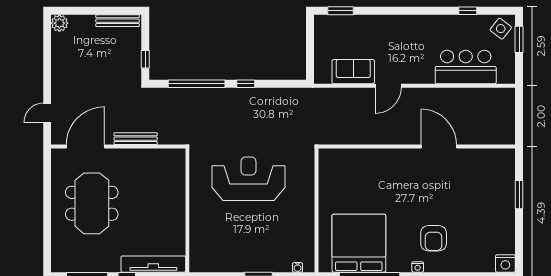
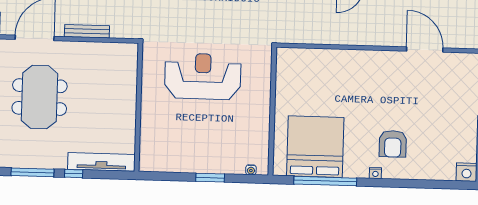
door: (439, 146) -> (425, 49), moved

